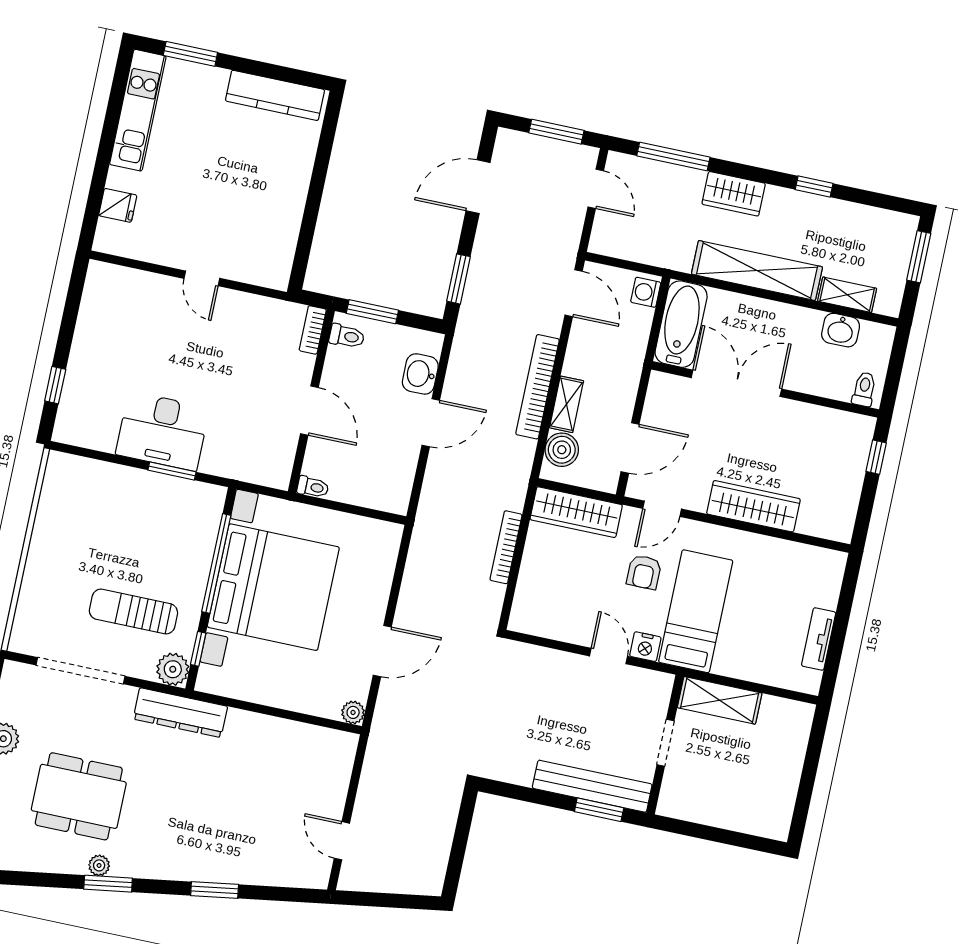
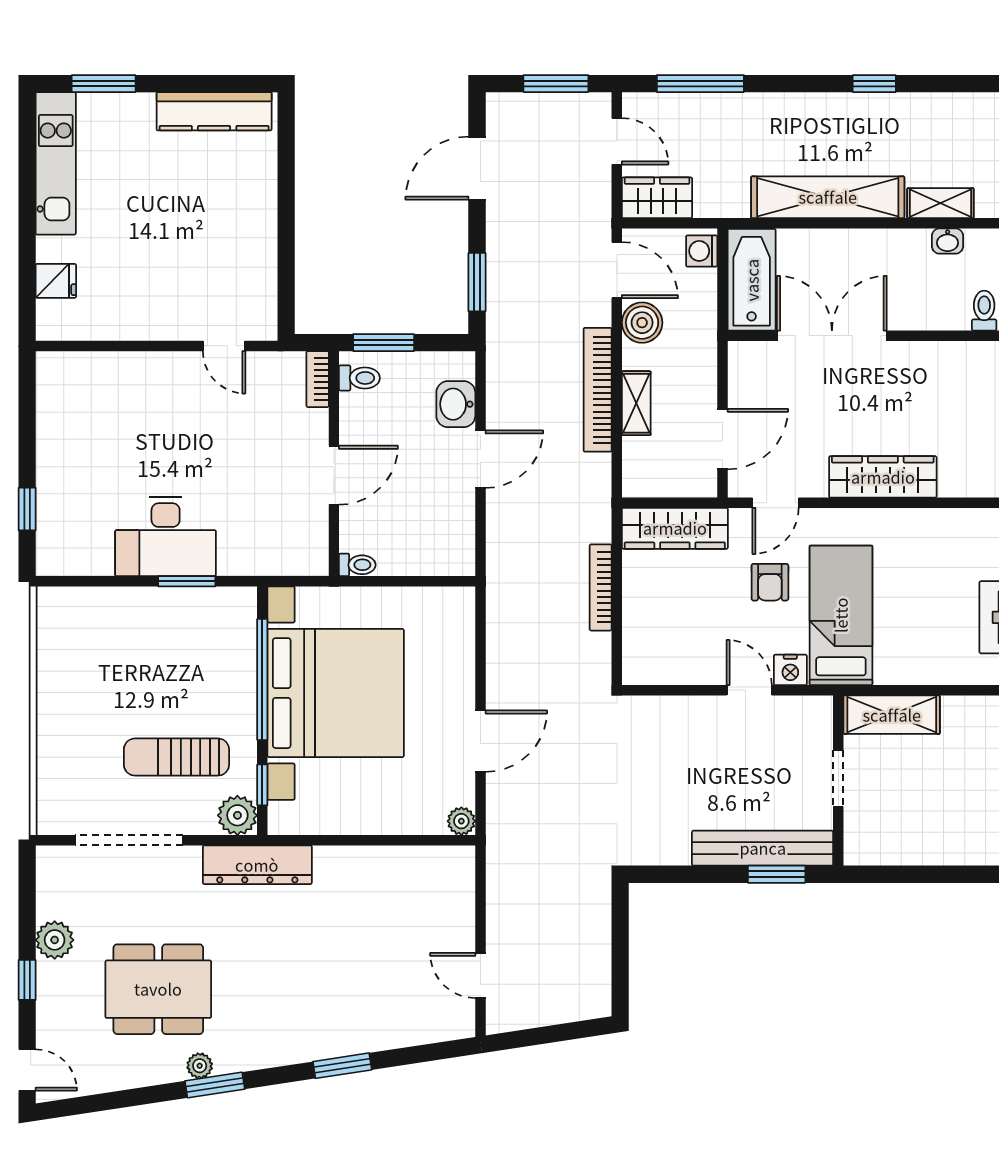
wardrobe: (734, 194) -> (657, 198), moved, turned 180
door: (202, 278) -> (224, 346), moved
washbasin: (841, 330) -> (948, 241), width x0.72, depth x0.69
door: (309, 411) -> (334, 475), hinge flipped
boiler: (562, 450) -> (642, 323), moved

